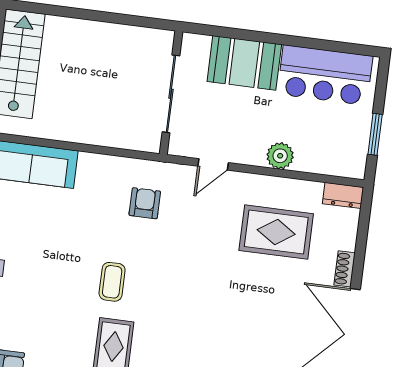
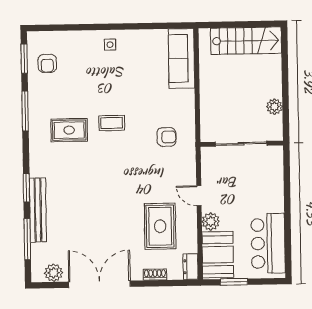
plant: (123, 36) -> (274, 107), added
booth: (244, 63) -> (218, 255), moved
door: (213, 164) -> (199, 196), moved
shoe rack: (345, 269) -> (155, 275), moved

